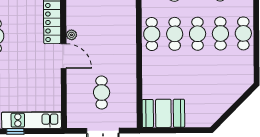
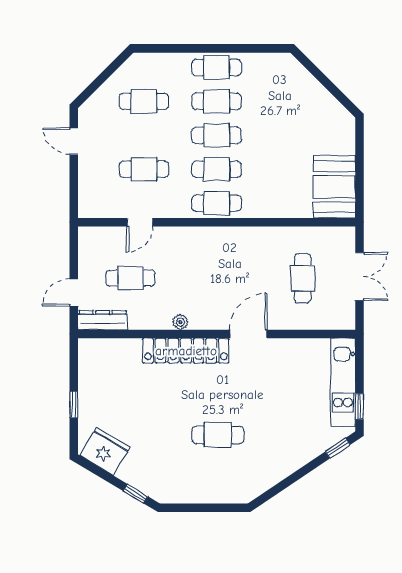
plant: (72, 35) -> (180, 322), moved
cafe table: (102, 92) -> (303, 278), turned 90

